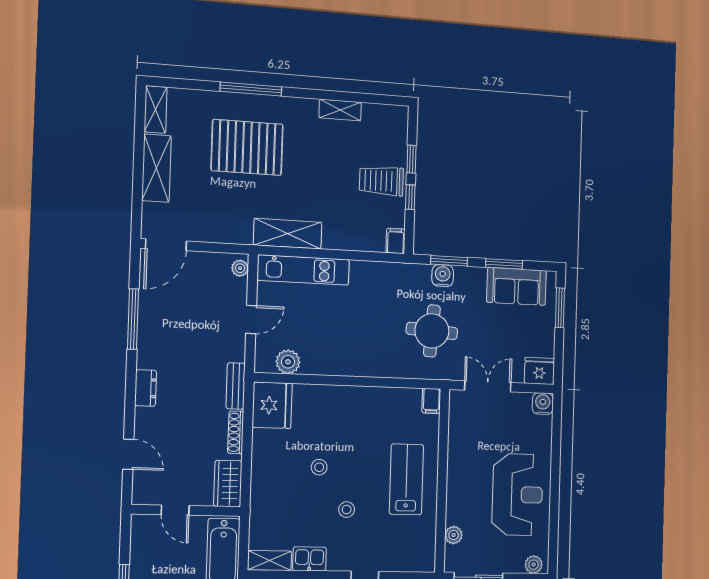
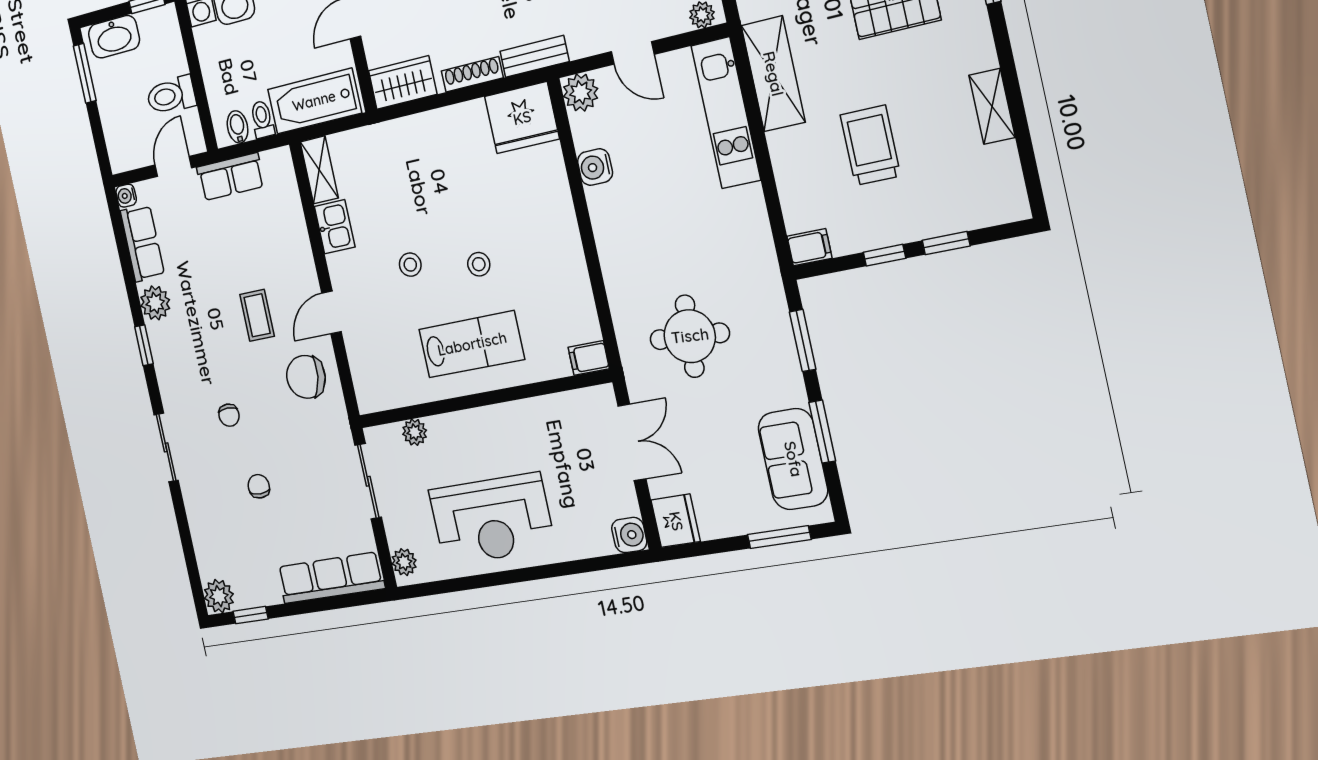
trolley: (381, 181) -> (870, 145), moved
water cooler: (443, 276) -> (595, 167), moved, turned 180
plant: (288, 362) -> (581, 92), moved
stool: (319, 467) -> (479, 264), moved

